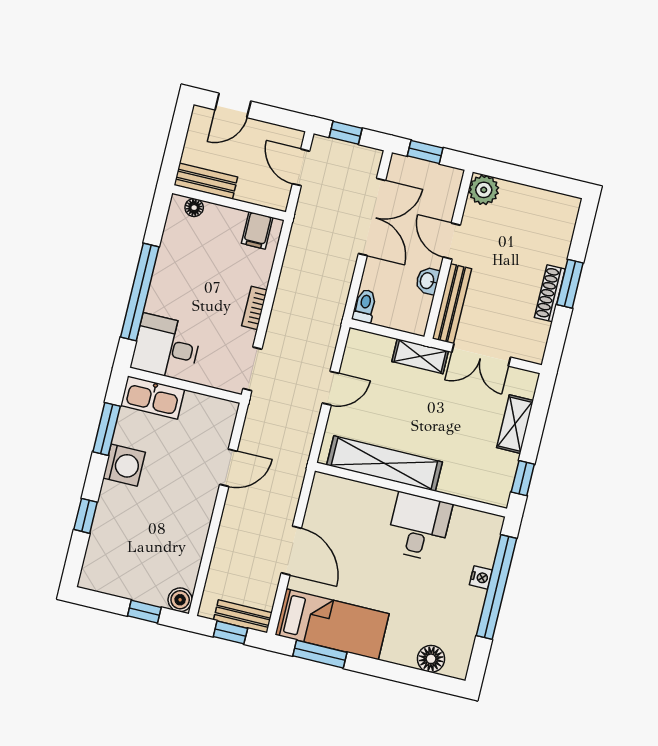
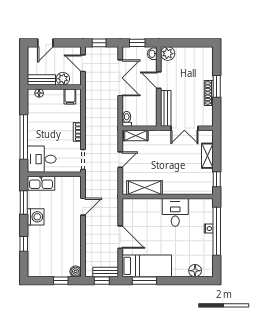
plant: (251, 189) -> (63, 79), added
washbasin: (428, 281) -> (152, 54), moved
shelving: (420, 356) -> (136, 135), moved
shelving: (384, 463) -> (145, 188), width x0.68

